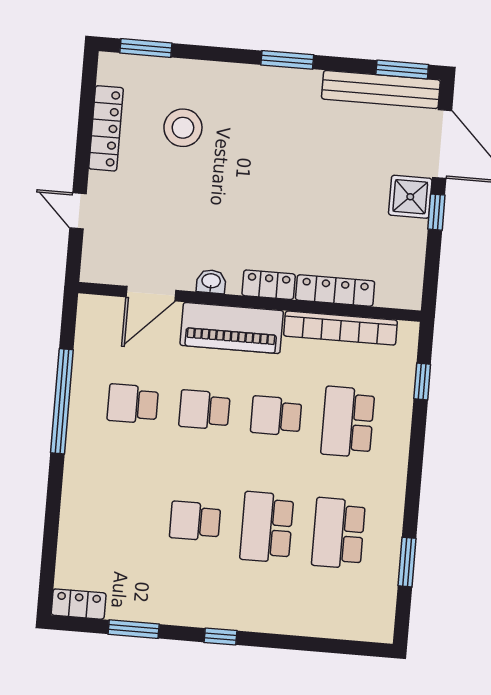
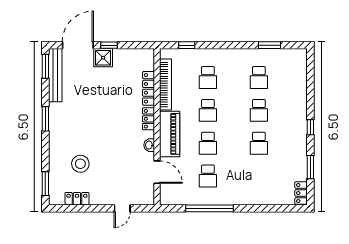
locker: (106, 128) -> (77, 199), width x0.66
school desk: (348, 422) -> (208, 78), width x0.54
school desk: (267, 527) -> (259, 110), width x0.54
school desk: (338, 533) -> (259, 78), width x0.54

